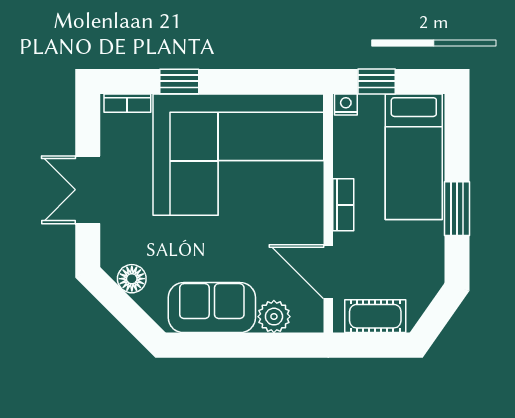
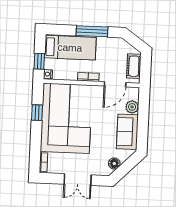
window: (179, 81) -> (37, 113), moved
window: (457, 209) -> (92, 31), width x1.44

